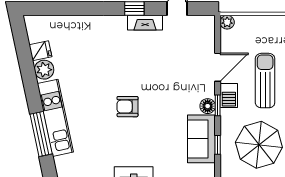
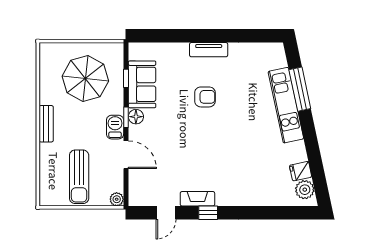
door: (218, 67) -> (126, 155), swing flipped
plant: (44, 70) -> (305, 190), moved
sun lounger: (265, 81) -> (79, 177), moved
armchair: (128, 107) -> (205, 97), moved

